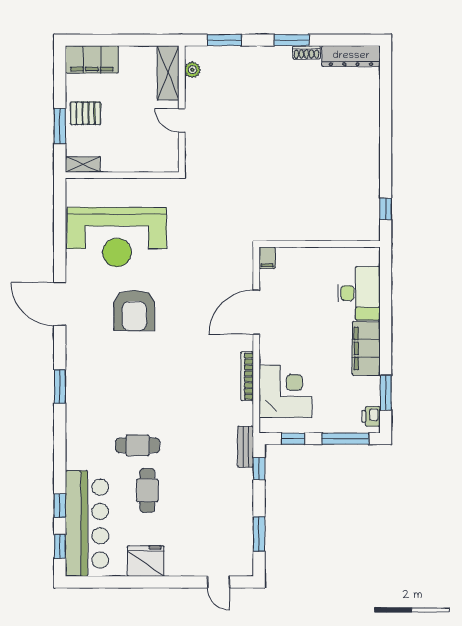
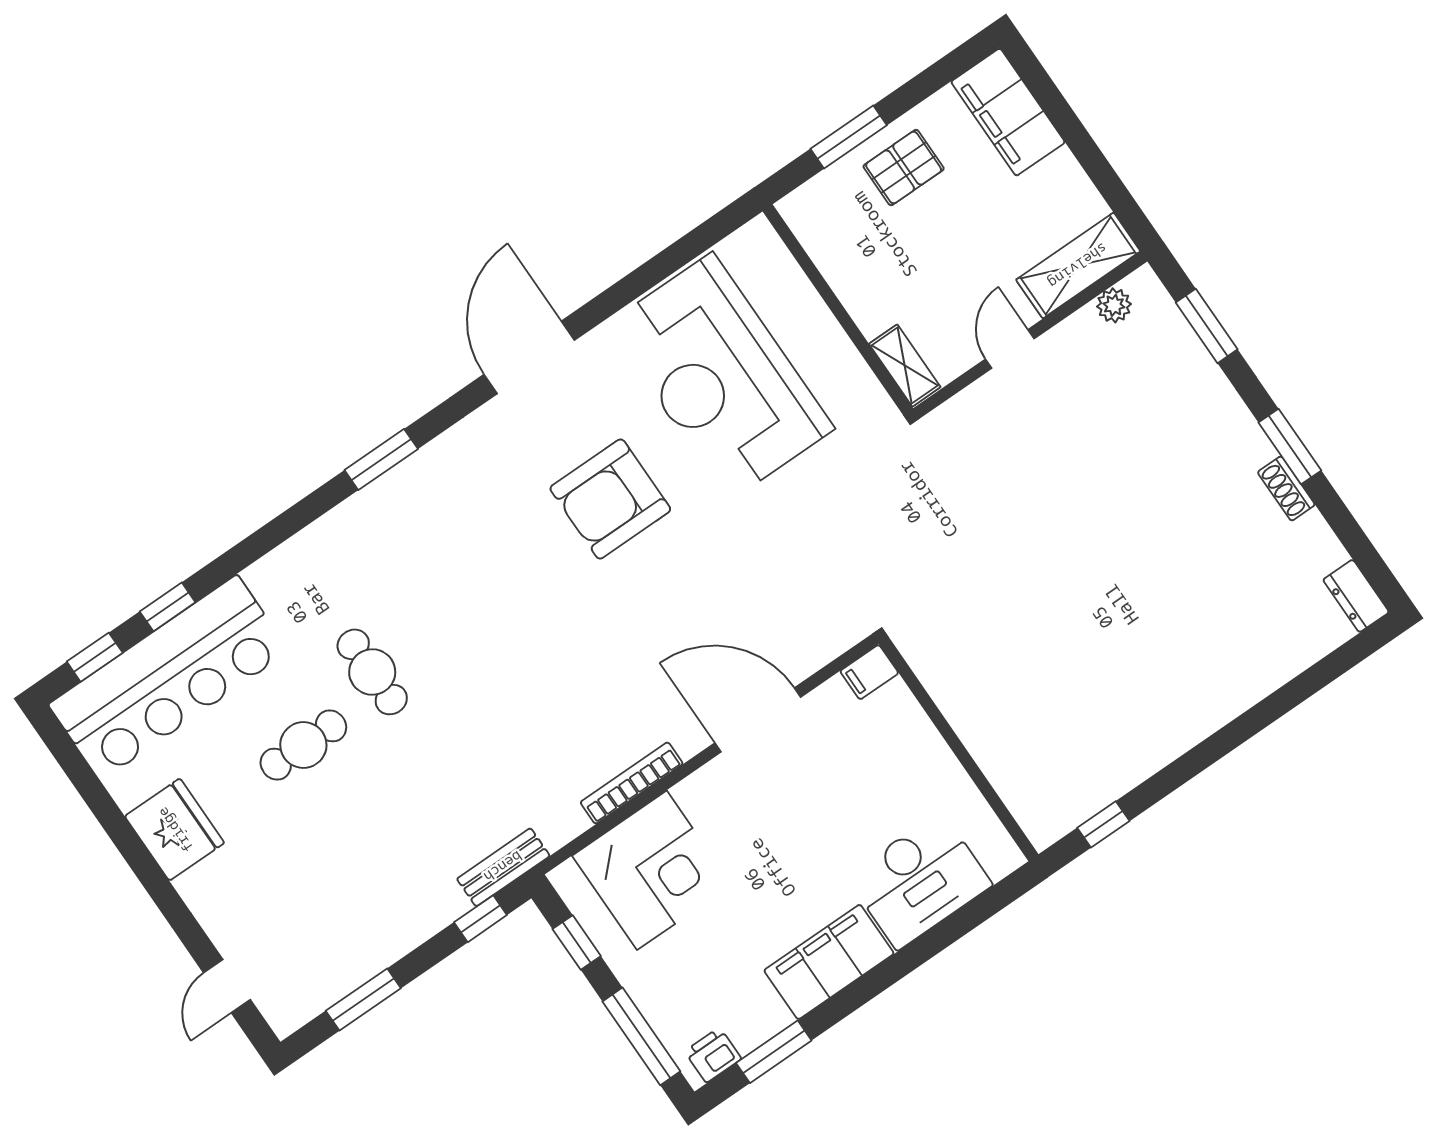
dresser: (351, 56) -> (1356, 596), width x0.51, depth x0.80
pallet: (86, 113) -> (904, 167), turned 90
shelving: (83, 164) -> (905, 365), moved

